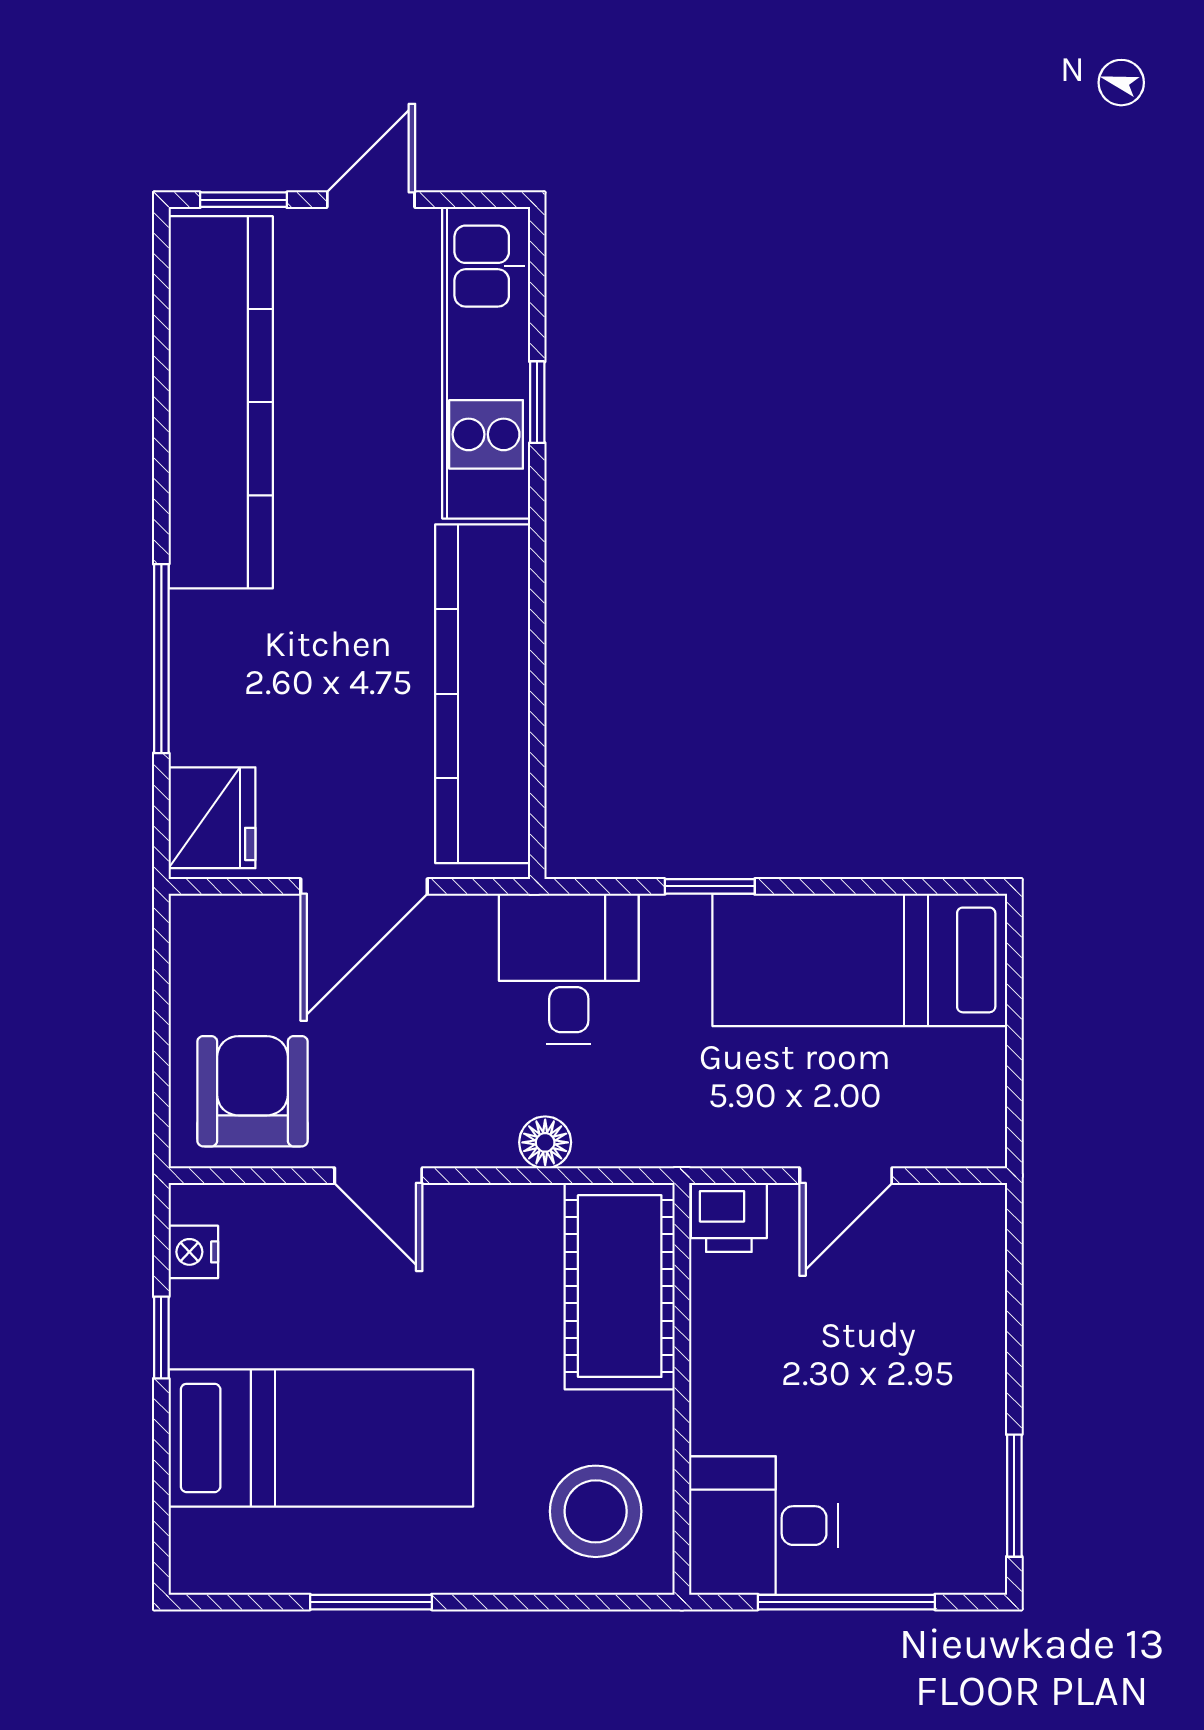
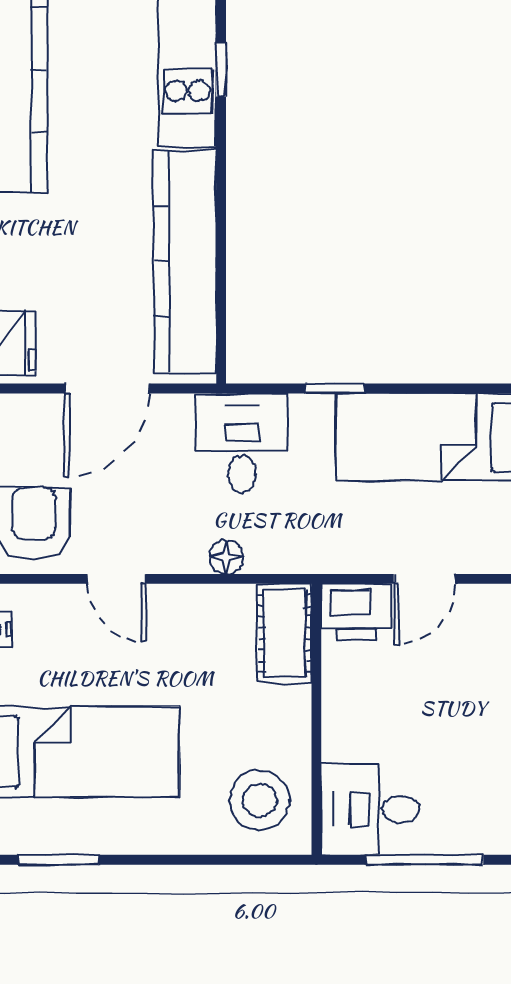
printer: (729, 1217) -> (356, 612), width x1.36, depth x1.24
cot: (620, 1286) -> (285, 633), width x0.73, depth x0.75
window: (371, 1602) -> (59, 860), moved

